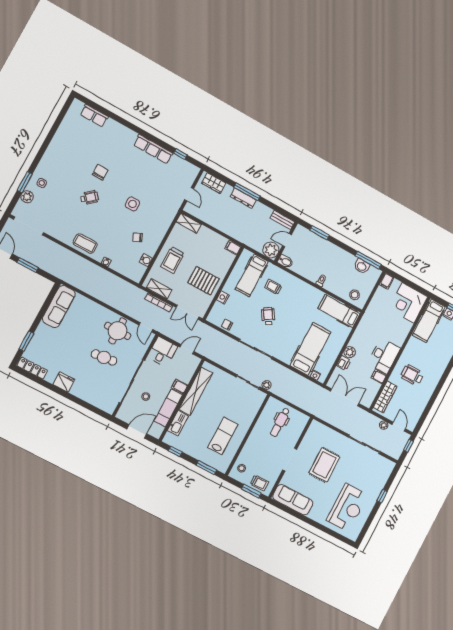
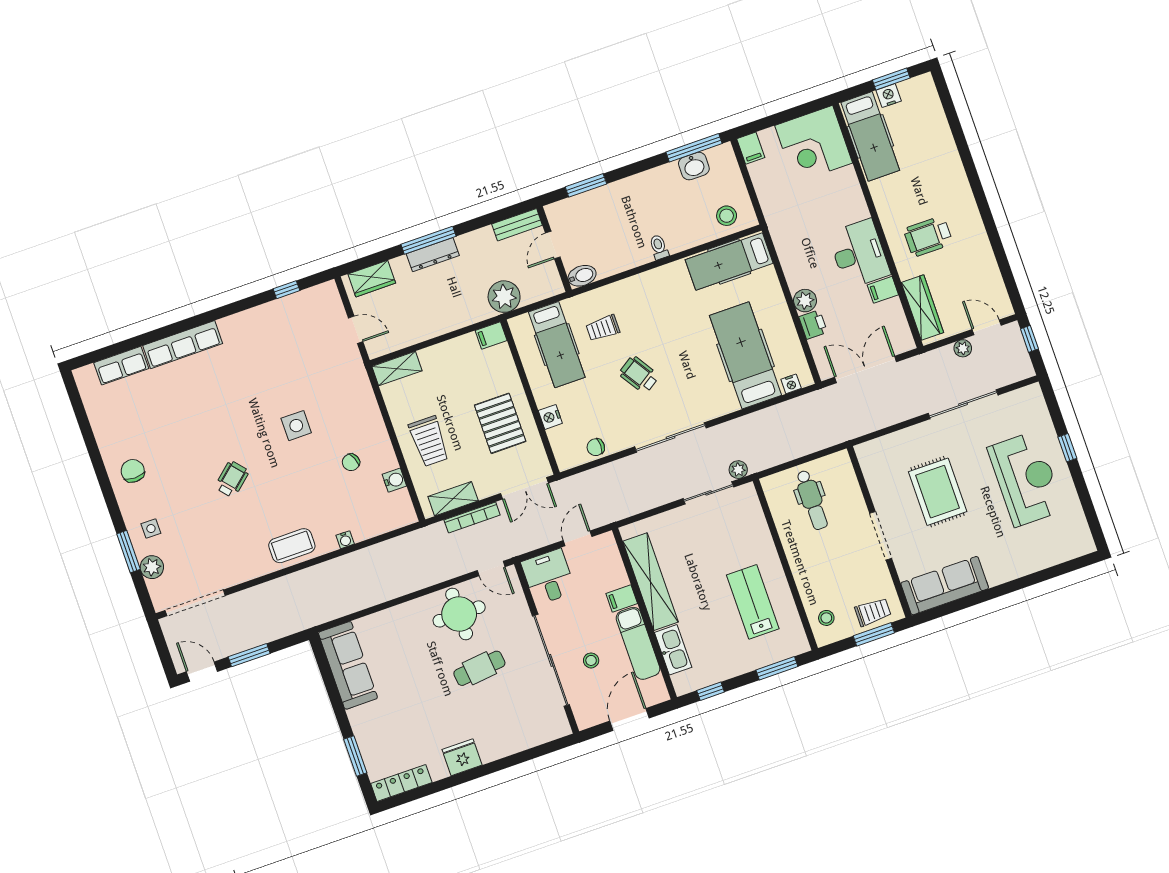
row of seats: (153, 149) -> (183, 345), moved
chair: (100, 172) -> (133, 471), moved
plant: (271, 250) -> (504, 297), moved
pallet: (203, 281) -> (500, 423), turned 90
reception desk: (347, 508) -> (1026, 479), moved

